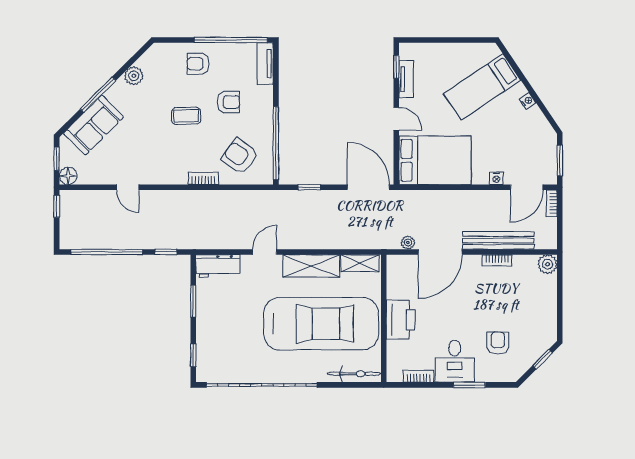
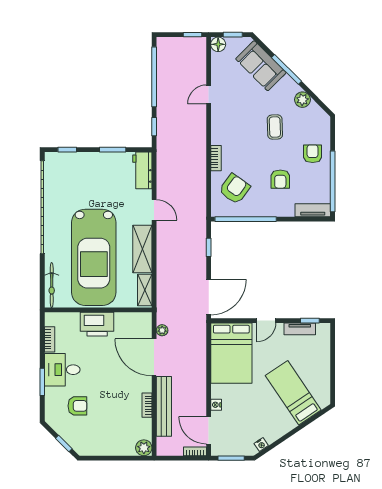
nightstand: (527, 101) -> (261, 445), moved
coffee table: (186, 116) -> (275, 127), moved

